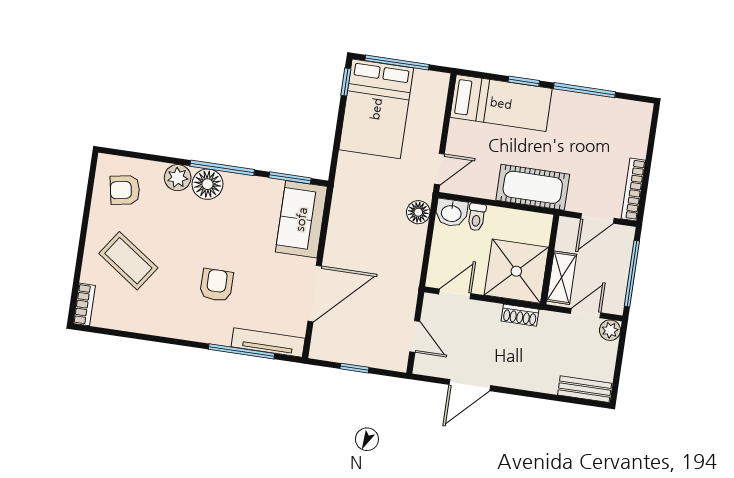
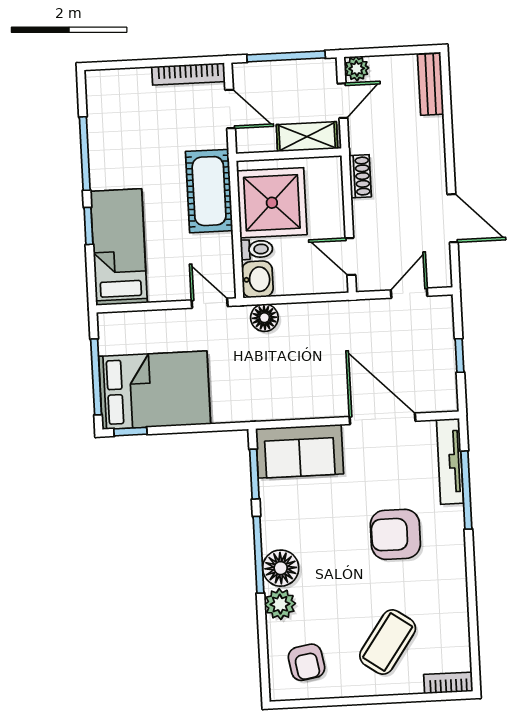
shower: (516, 271) -> (272, 203), moved
armchair: (217, 285) -> (395, 534), width x1.38, depth x1.38
door: (586, 313) -> (342, 101), swing flipped

